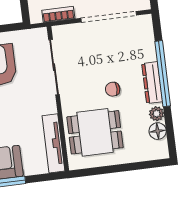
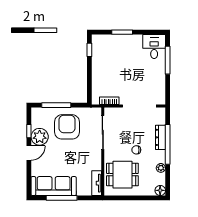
dresser: (152, 83) -> (161, 137), moved
floor lamp: (158, 131) -> (160, 190), moved
tv unit: (53, 143) -> (97, 183), width x0.71

